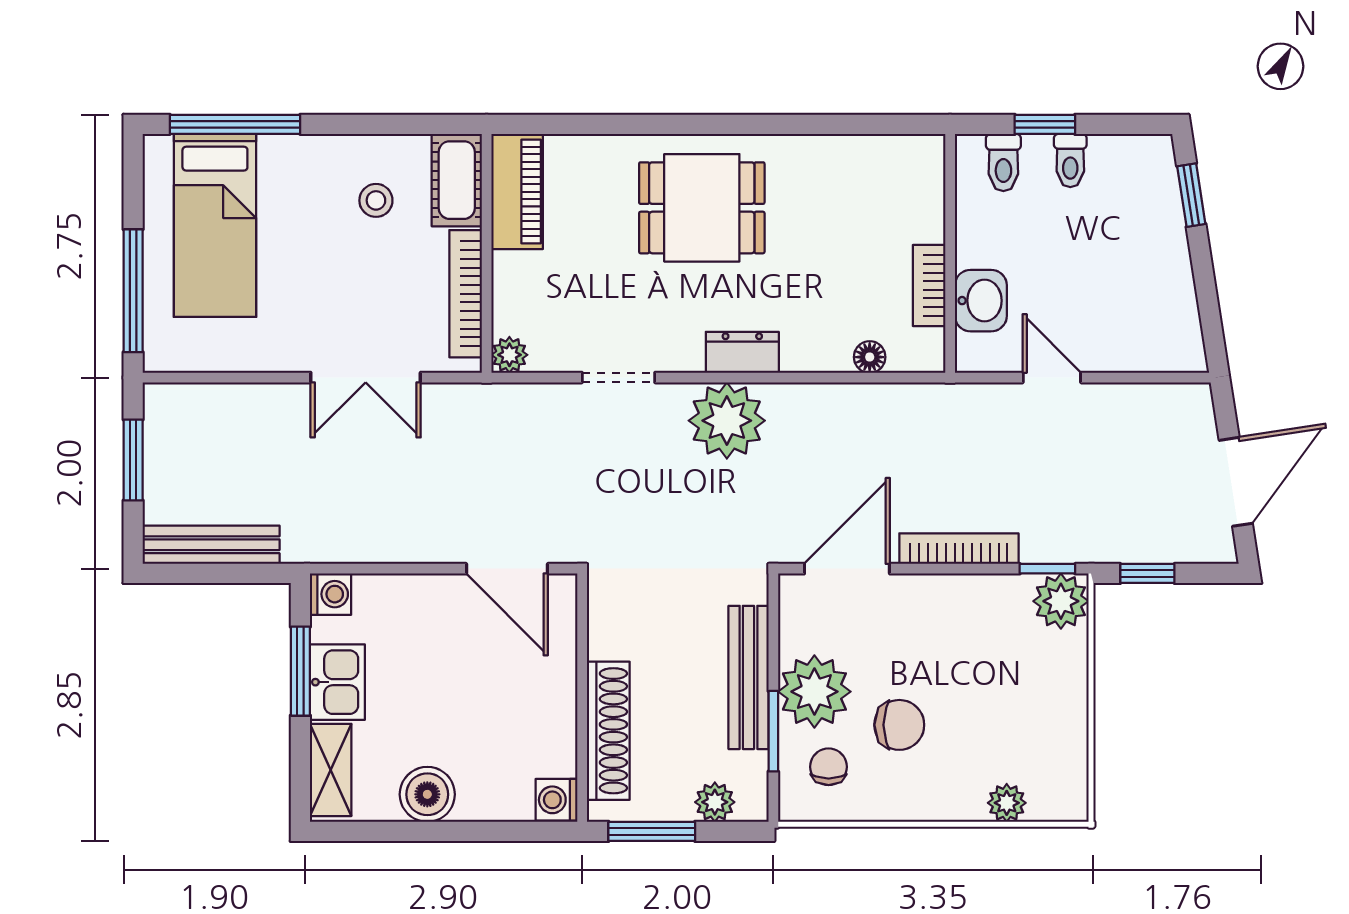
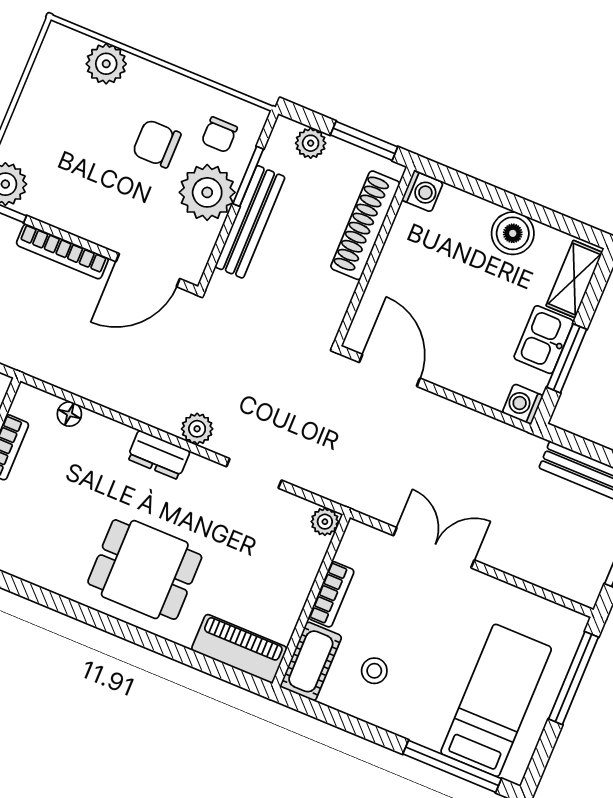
piano: (517, 192) -> (239, 649), moved, turned 90
bookcase: (466, 294) -> (331, 594), width x0.64
plant: (727, 421) -> (197, 429), width x0.53, depth x0.53
plant: (1007, 803) -> (106, 64), width x1.38, depth x1.38

